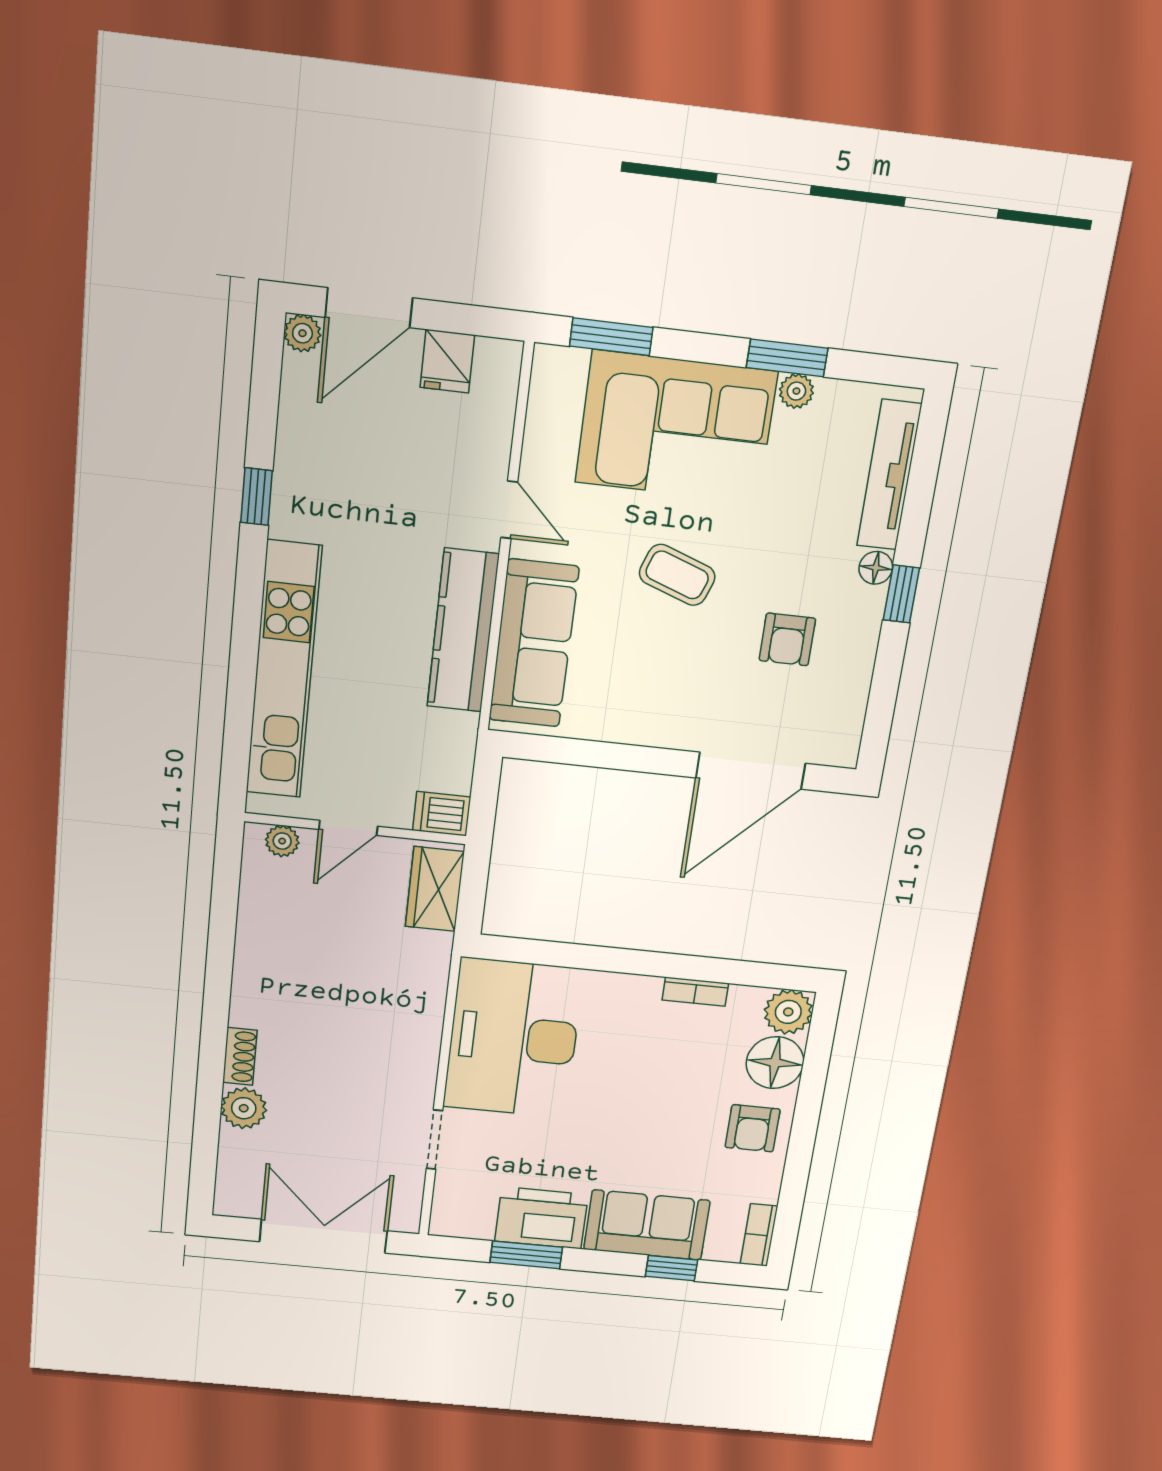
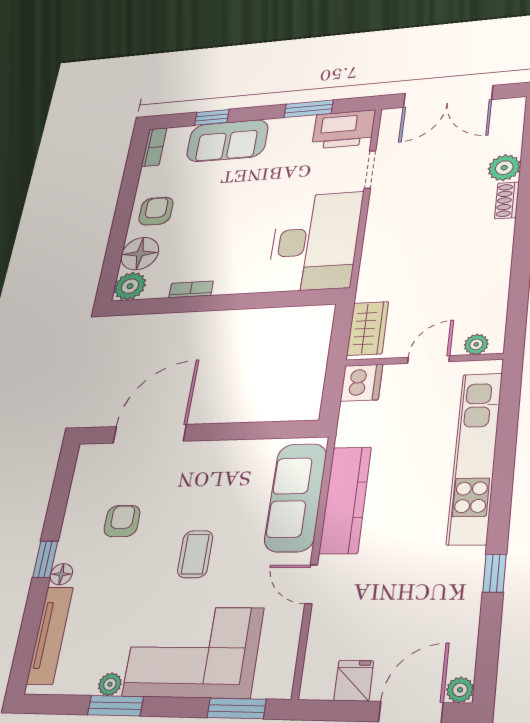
coffee table: (677, 575) -> (195, 554), turned 70
dishwasher: (442, 814) -> (361, 383), width x1.38
printer: (541, 1218) -> (344, 129), moved

